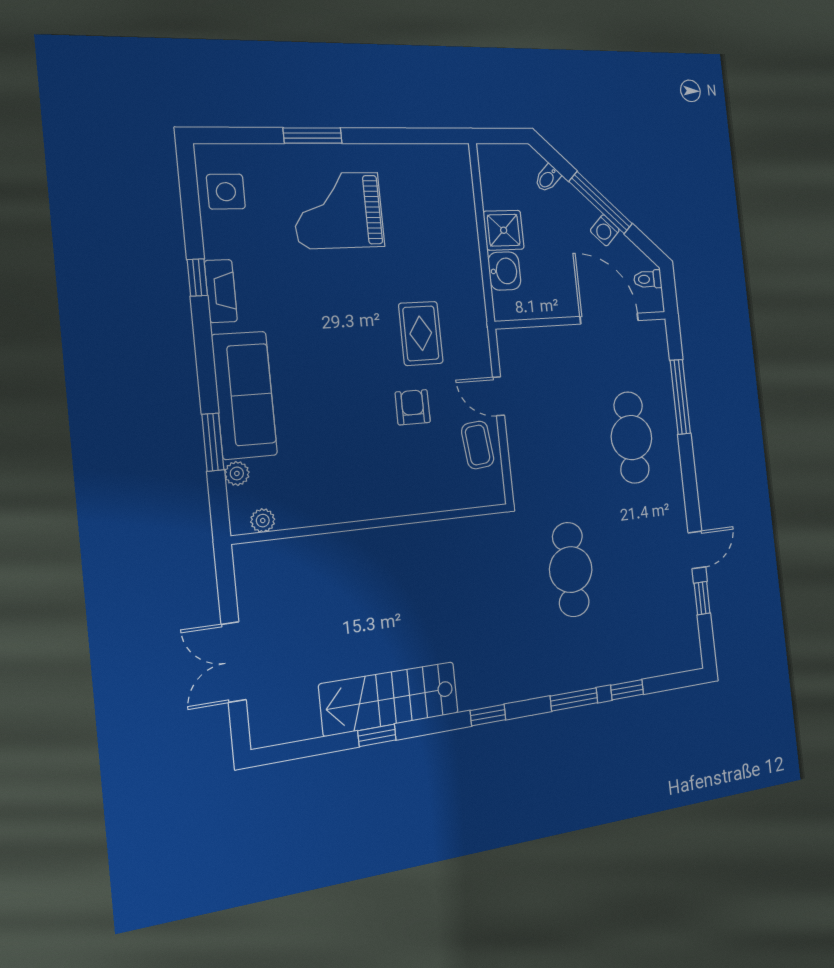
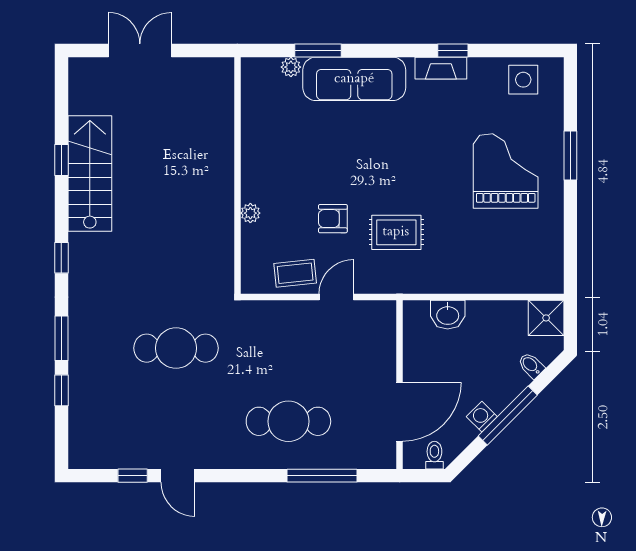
shower: (504, 230) -> (546, 318), moved
armchair: (413, 407) -> (333, 219), turned 180
plant: (263, 521) -> (250, 213), moved

